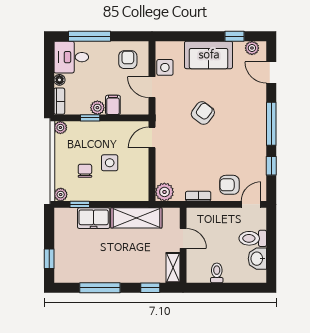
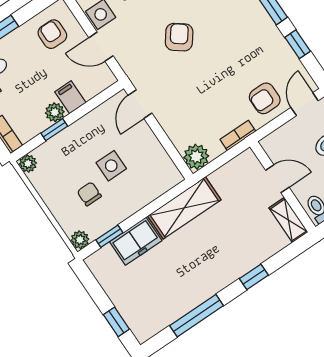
door: (183, 238) -> (277, 179), moved
wall: (183, 245) -> (283, 187), moved
shelving: (173, 268) -> (288, 220), moved

